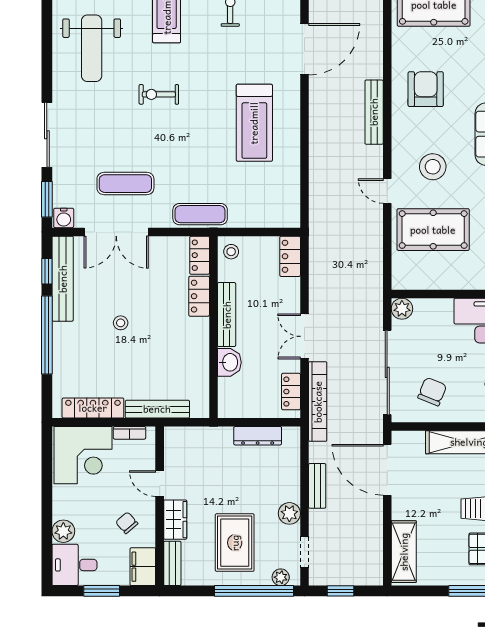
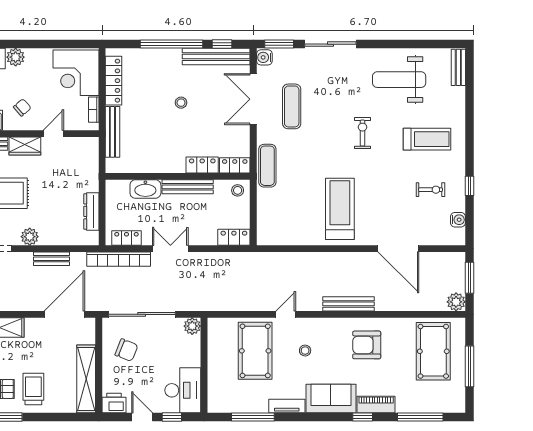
armchair: (426, 89) -> (367, 345), turned 180
treadmill: (254, 123) -> (340, 209), turned 90
stool: (433, 167) -> (305, 351), width x0.53, depth x0.53
washbasin: (229, 362) -> (145, 189), width x1.38

